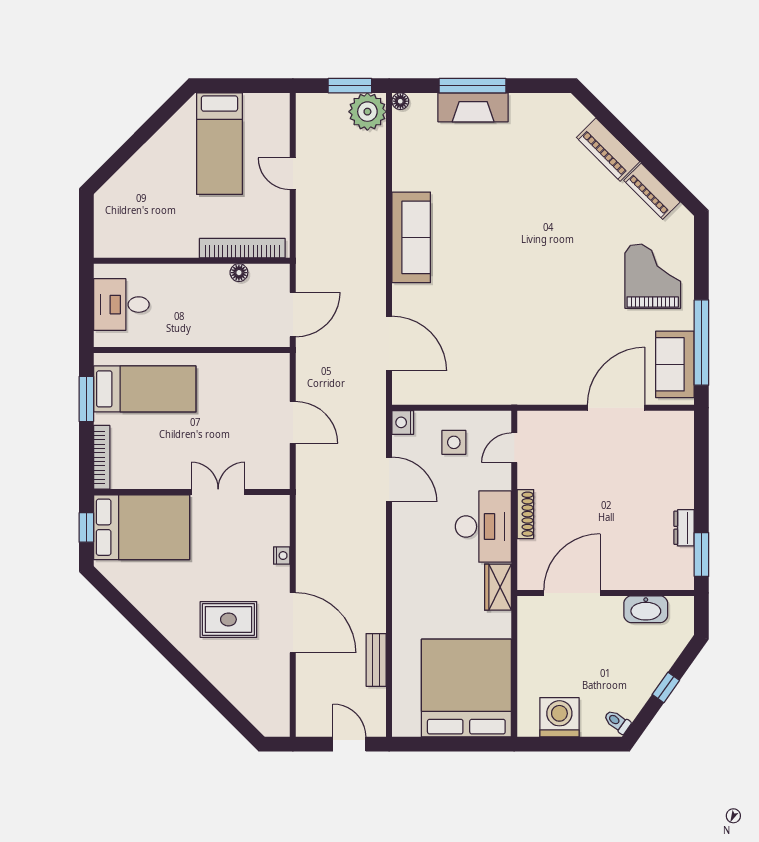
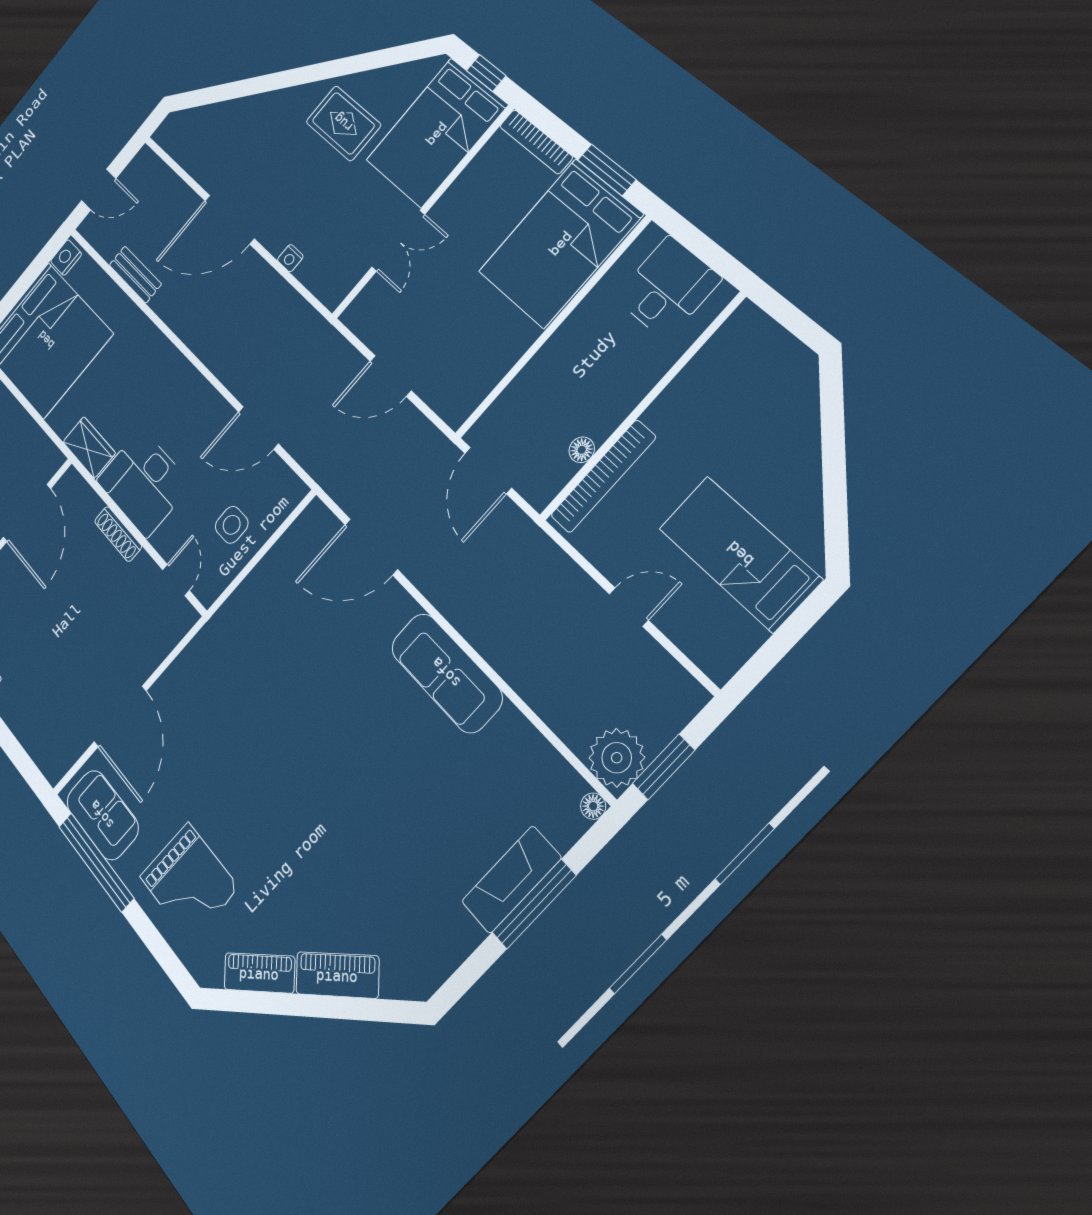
bed: (145, 389) -> (560, 243), width x1.50
nightstand: (403, 422) -> (66, 258), moved, turned -90
rug: (228, 619) -> (343, 123), moved, turned 90

